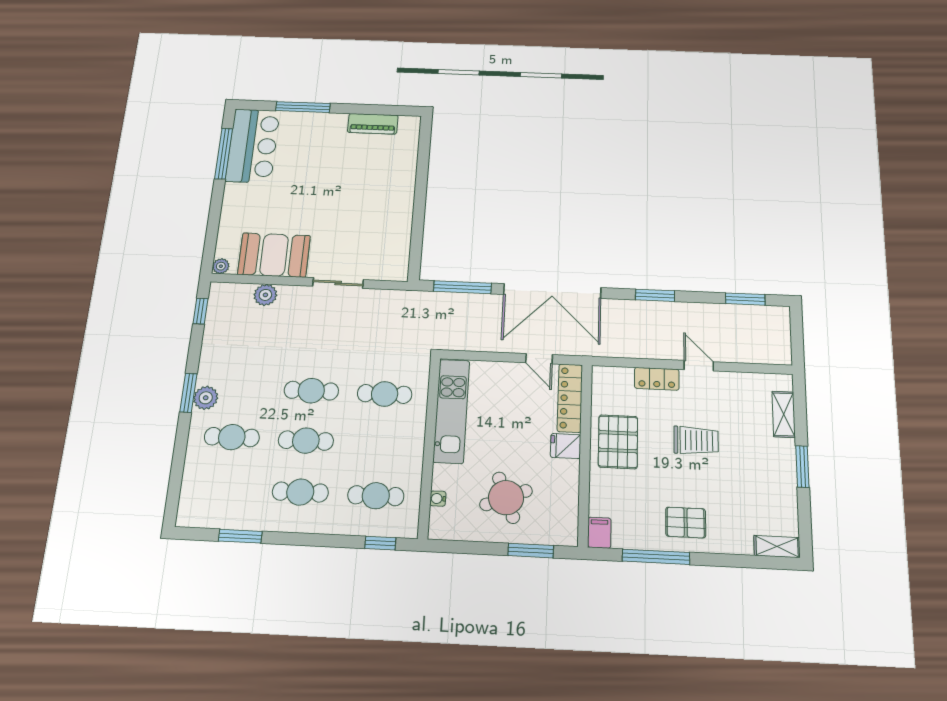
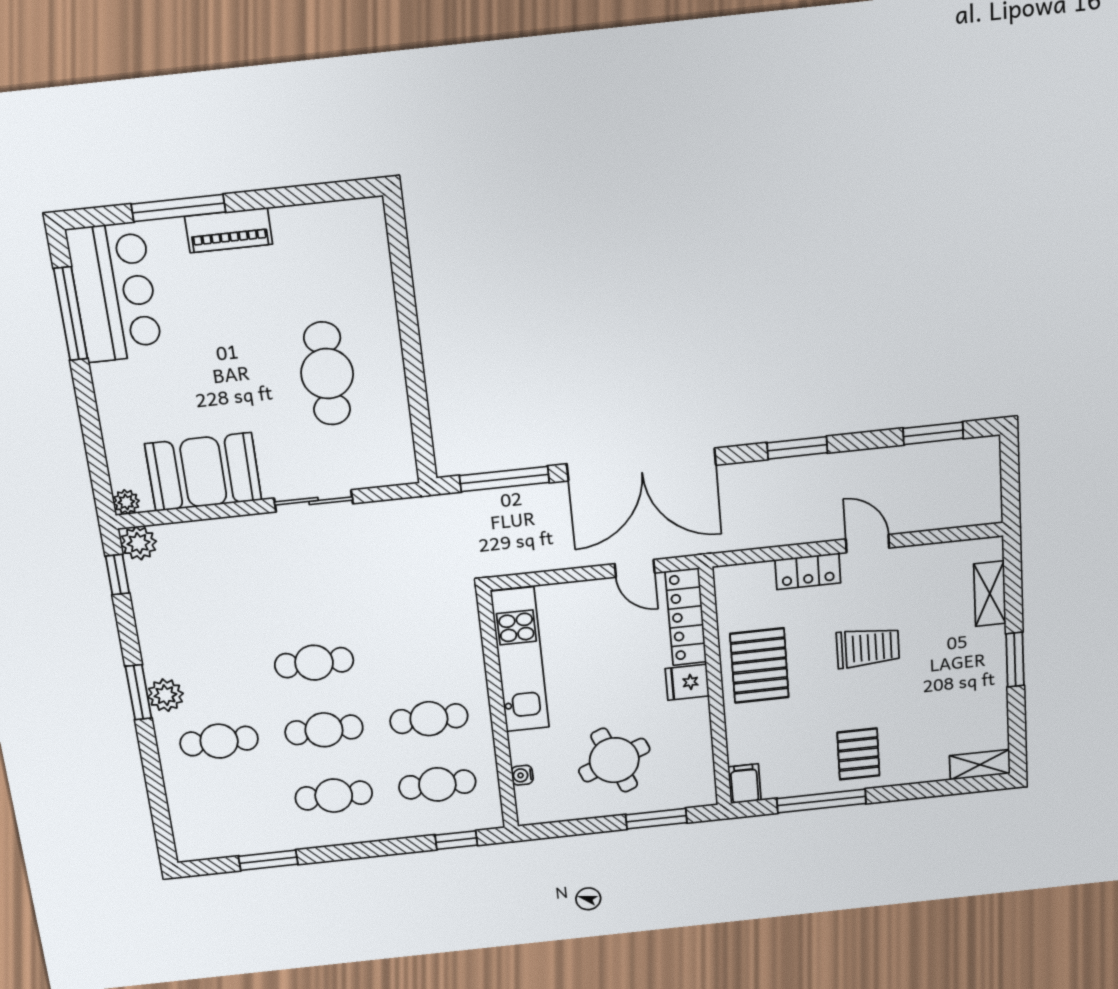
piano: (373, 124) -> (229, 230), moved
cafe table: (365, 208) -> (327, 374), added
plant: (265, 295) -> (139, 543), moved
cafe table: (385, 394) -> (429, 719), moved
pallet: (686, 522) -> (858, 754), turned 90

